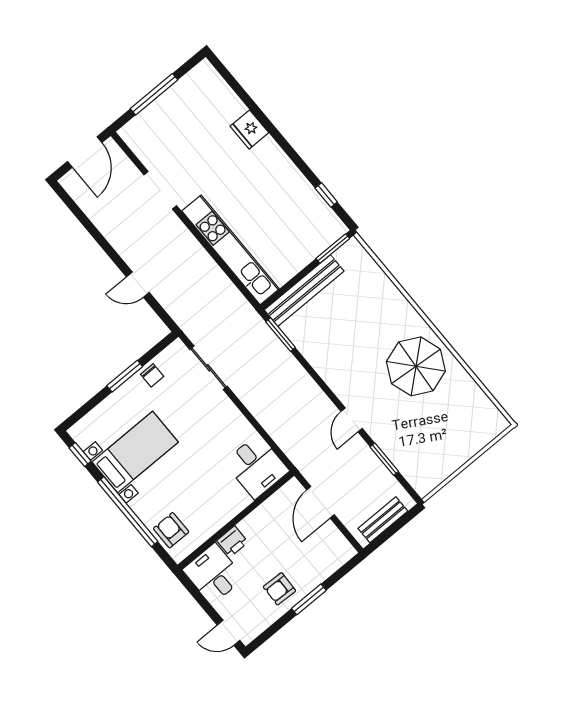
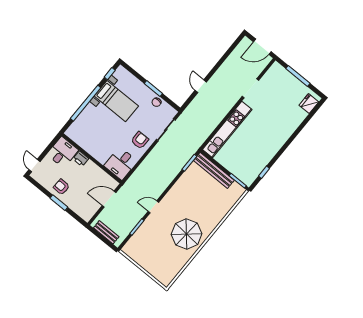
fridge: (249, 129) -> (309, 104), moved
armchair: (171, 530) -> (140, 140), moved

